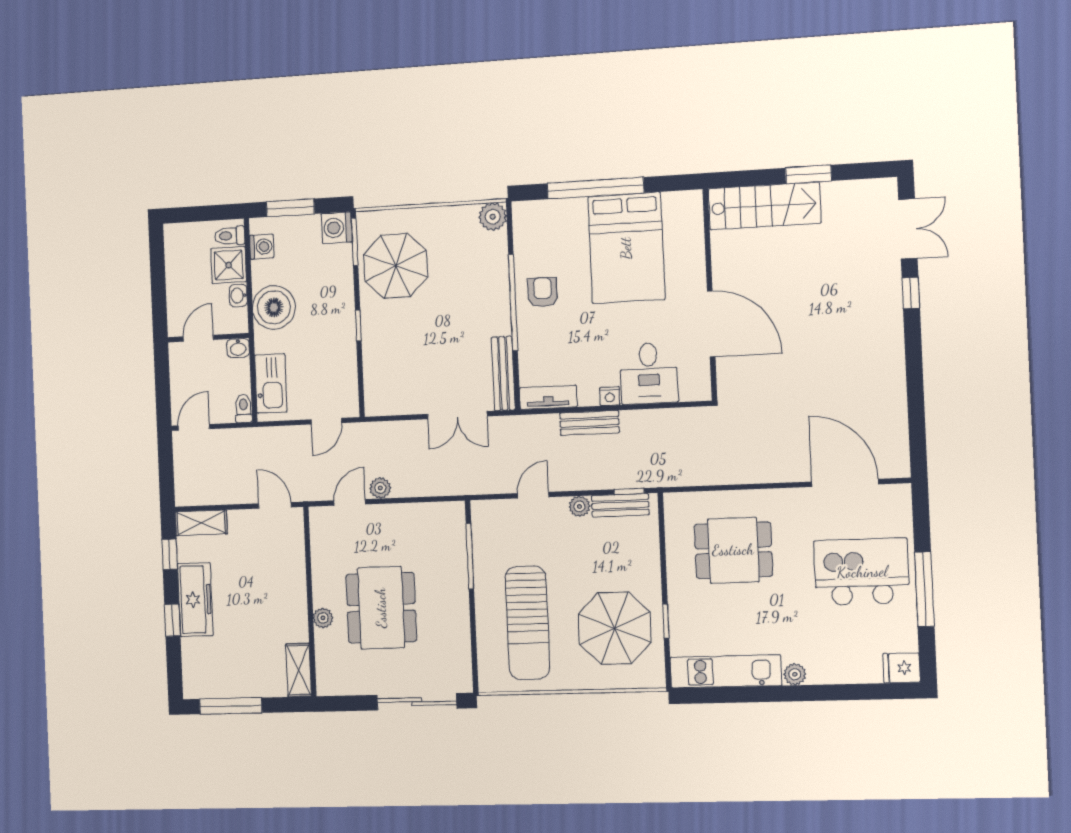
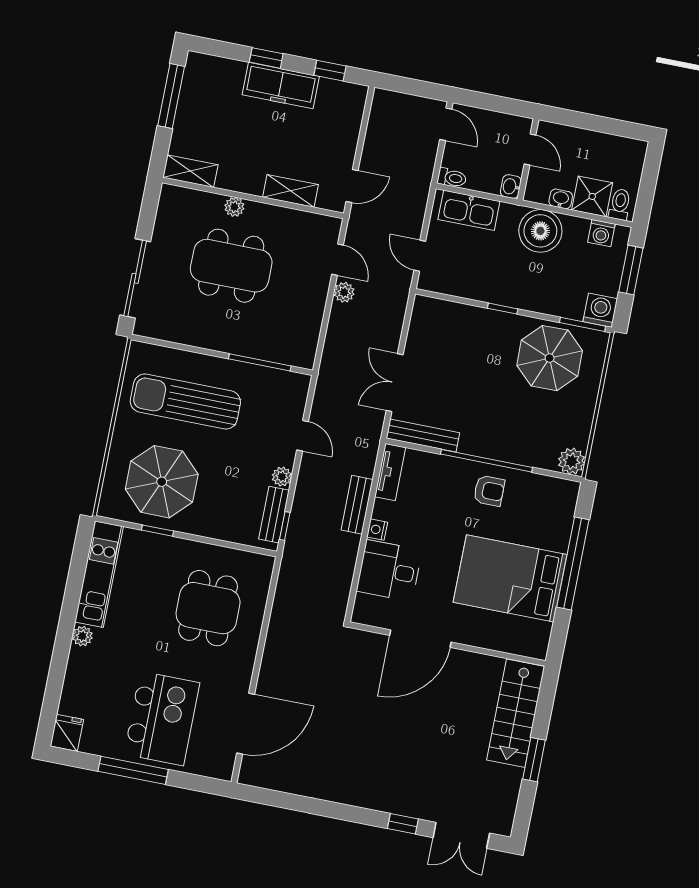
shelving: (201, 523) -> (290, 191), moved, turned 90

